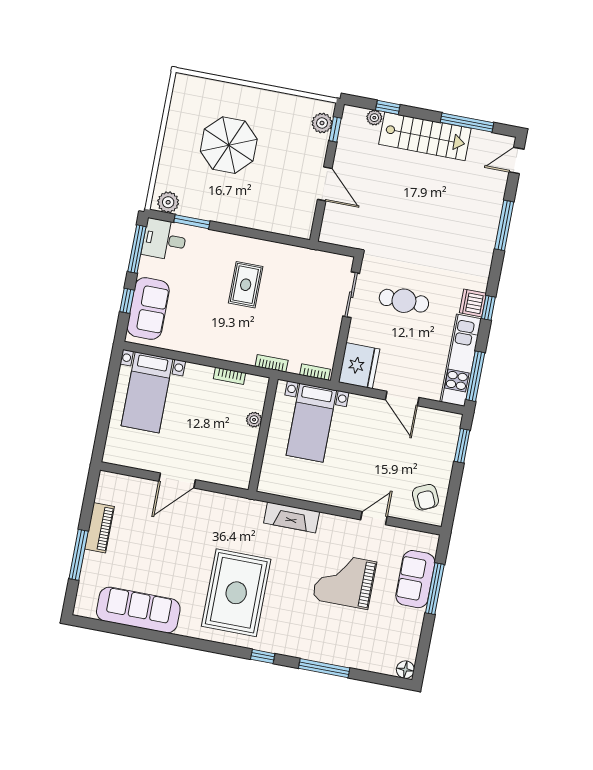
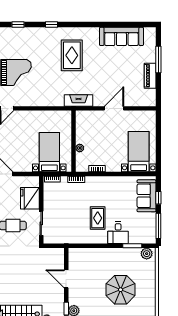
desk: (164, 240) -> (118, 233), moved, turned 90
fridge: (359, 366) -> (30, 198), moved
fireplace: (292, 517) -> (79, 100), moved
rug: (236, 593) -> (72, 55), width x0.73, depth x0.69
window: (324, 668) -> (18, 25), width x0.46

